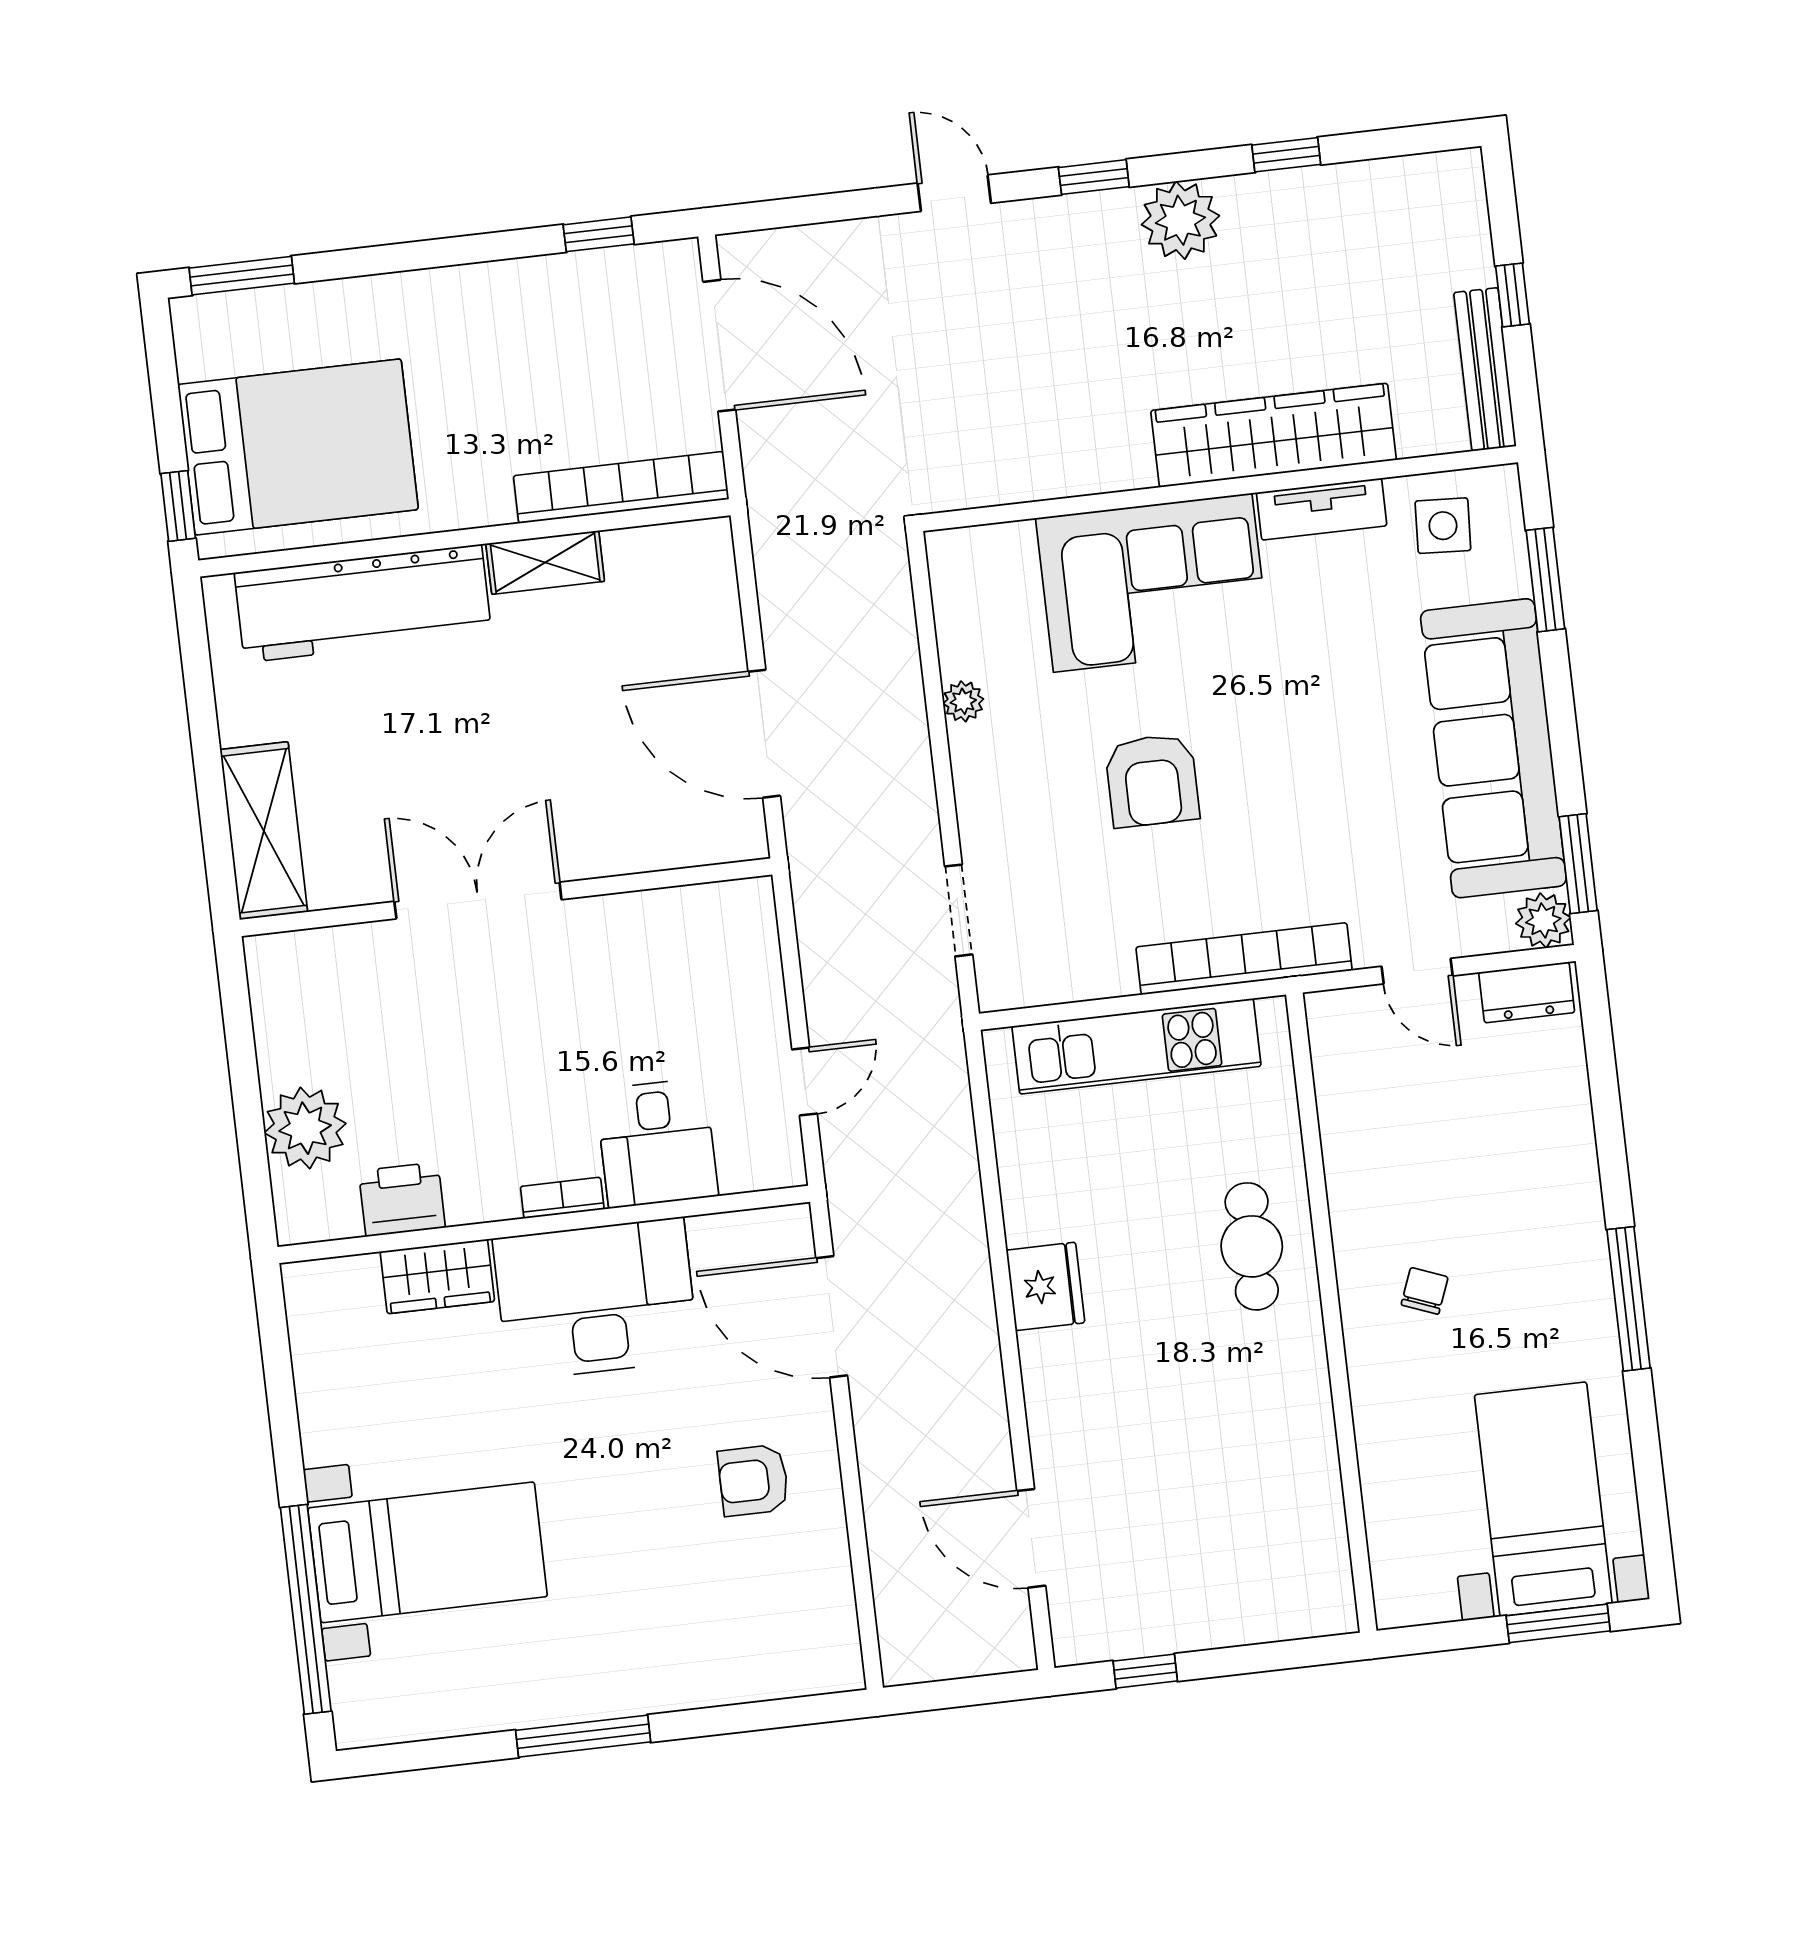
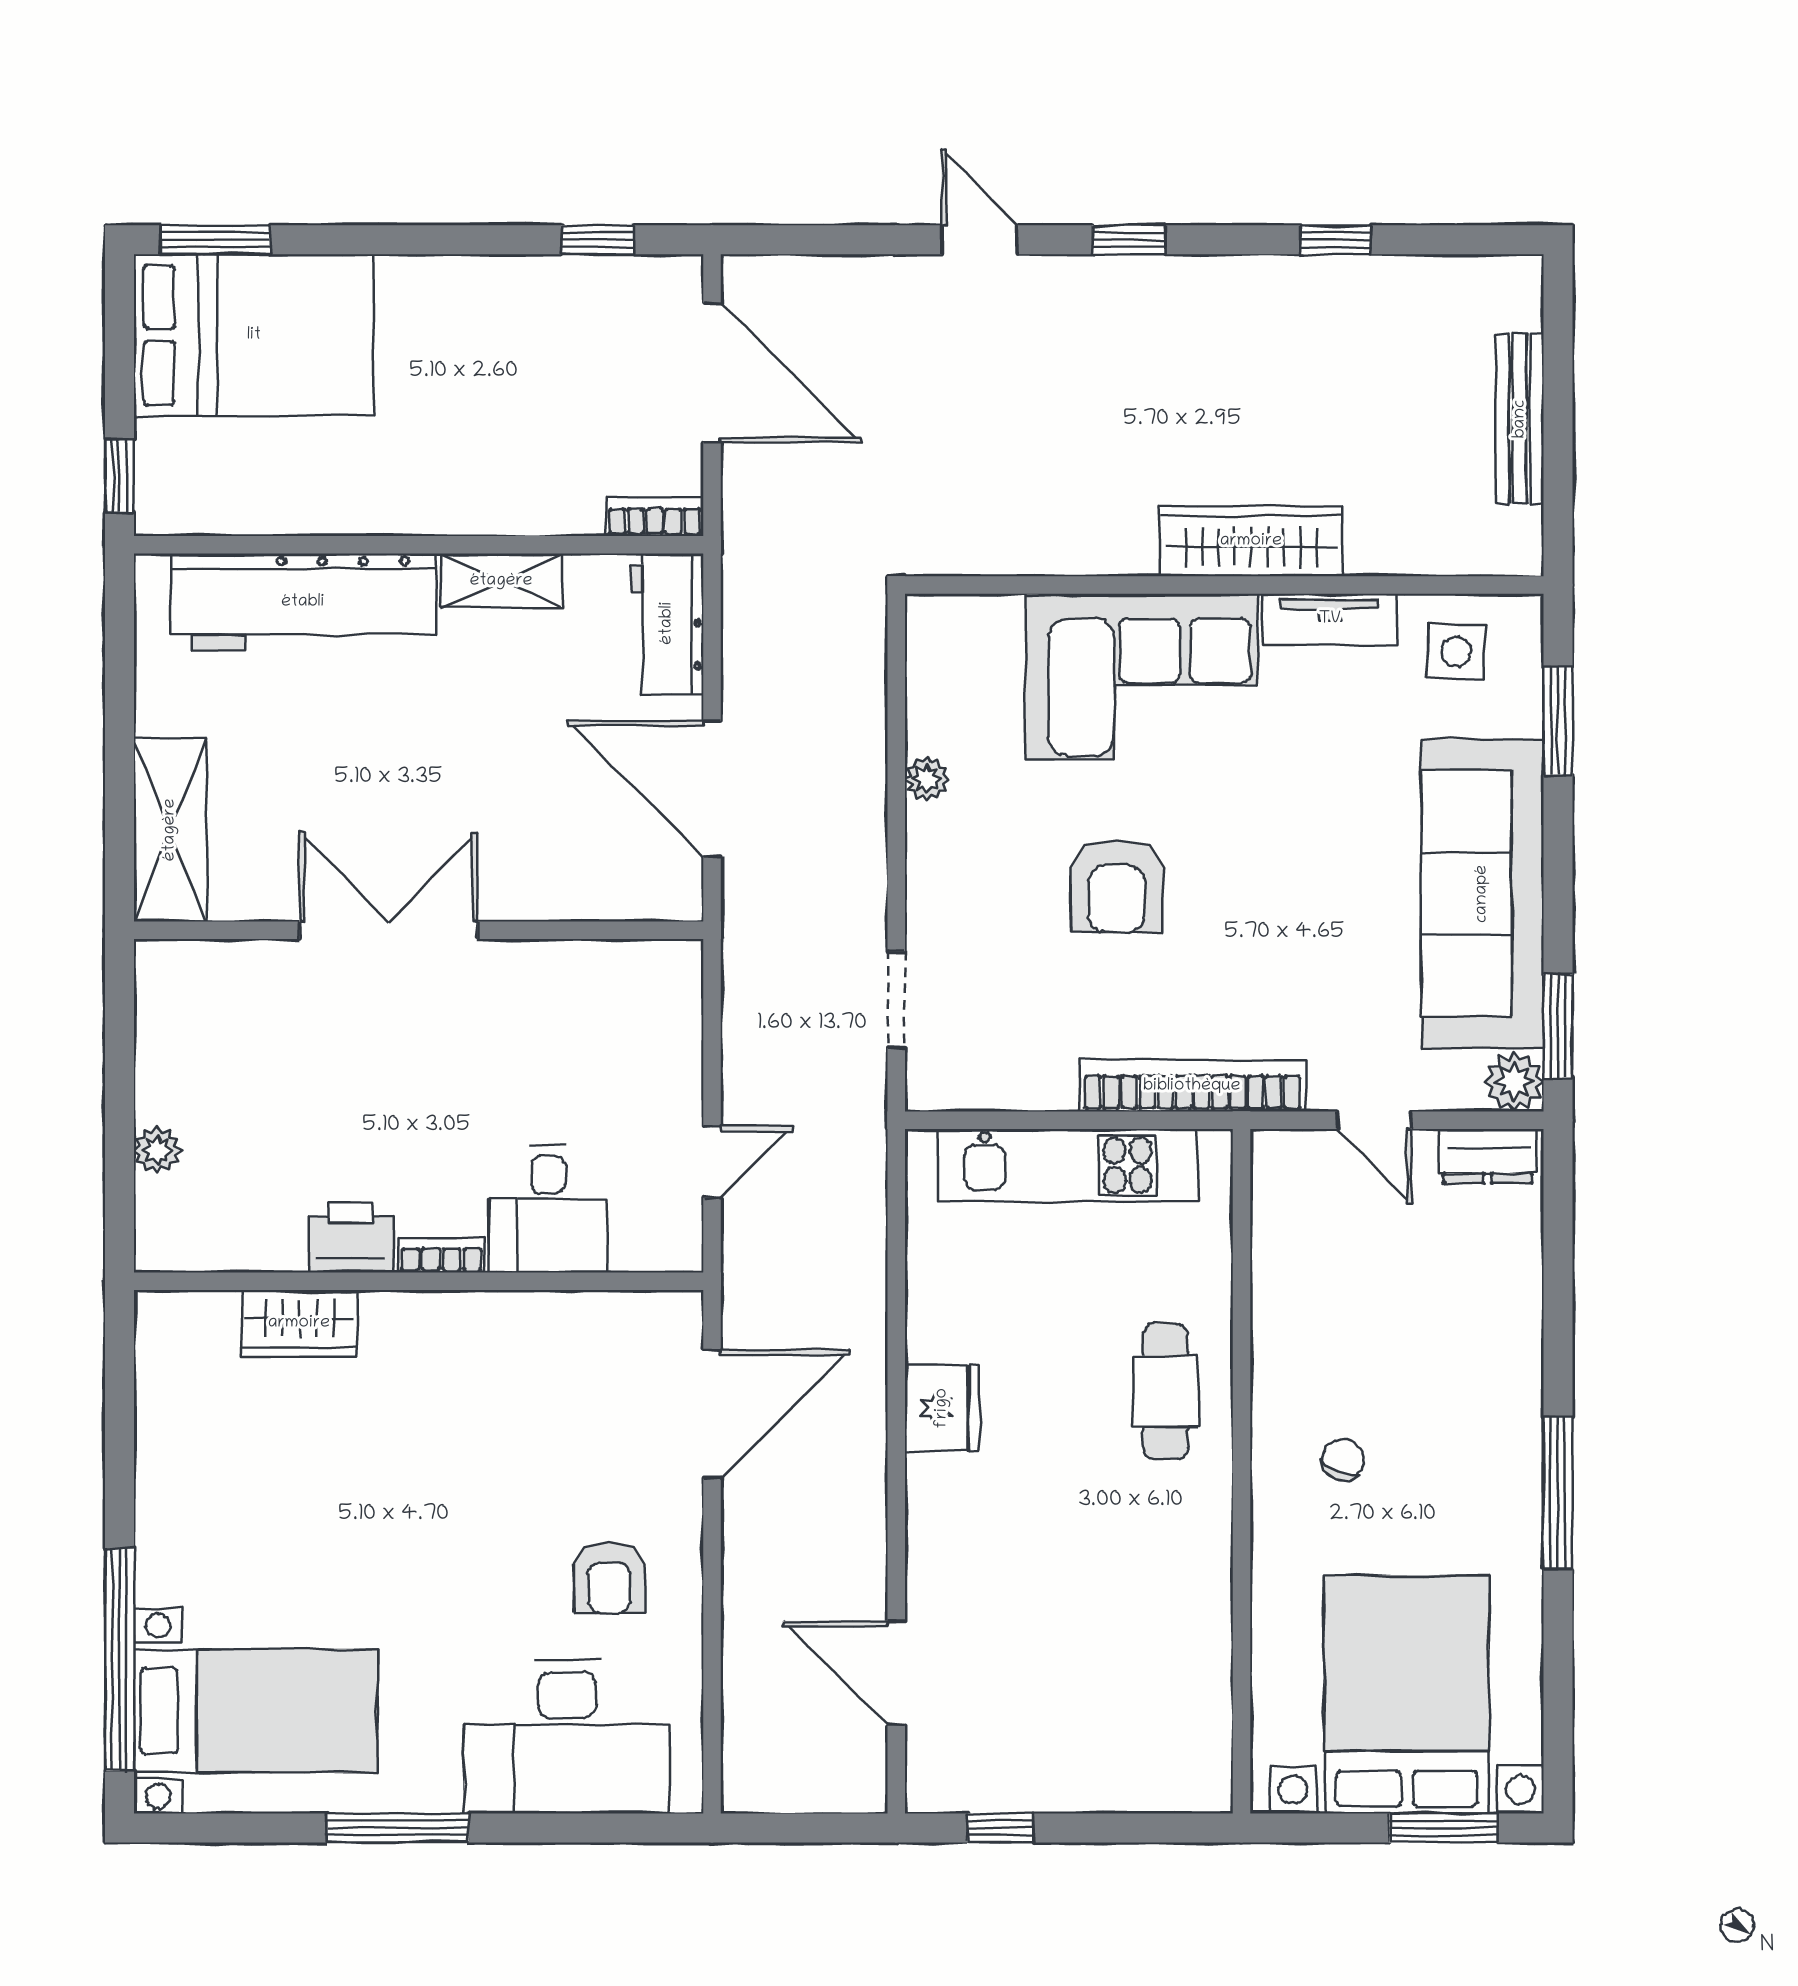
plant: (1180, 220) -> (1216, 296), removed
window: (1512, 295) -> (1558, 416), removed
bench: (1485, 369) -> (1520, 419), moved
wardrobe: (1274, 435) -> (1251, 541), width x0.71, depth x0.85
bed: (298, 447) -> (254, 335), moved
bookcase: (621, 487) -> (655, 517), width x0.43, depth x0.76
workbench: (705, 584) -> (667, 623), added
plant: (305, 1128) -> (157, 1150), width x0.53, depth x0.53
printer: (402, 1199) -> (351, 1237), moved
desk: (596, 1299) -> (567, 1737), moved, turned 180
door: (832, 1317) -> (712, 1414), swing flipped
armchair: (753, 1480) -> (609, 1578), turned -90
bed with nightstands: (1543, 1499) -> (1407, 1695), width x1.36
bed with nightstands: (428, 1552) -> (255, 1711), moved

